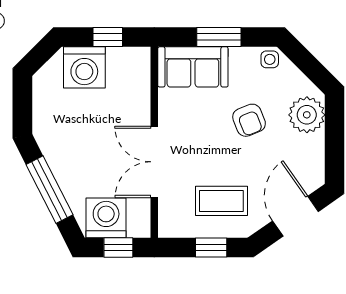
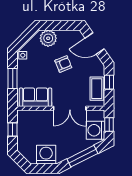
washing machine: (84, 67) -> (46, 155), moved, turned -90
sofa: (193, 67) -> (35, 97), moved, turned -90
armchair: (249, 120) -> (63, 64), moved
coffee table: (221, 201) -> (97, 89), moved

